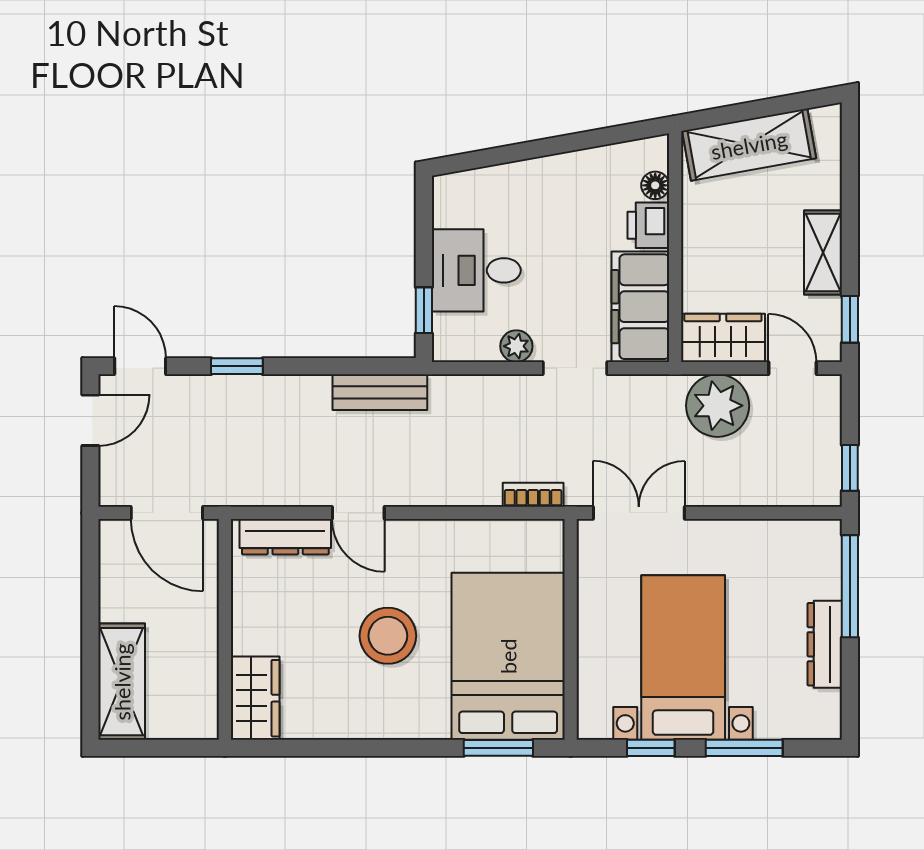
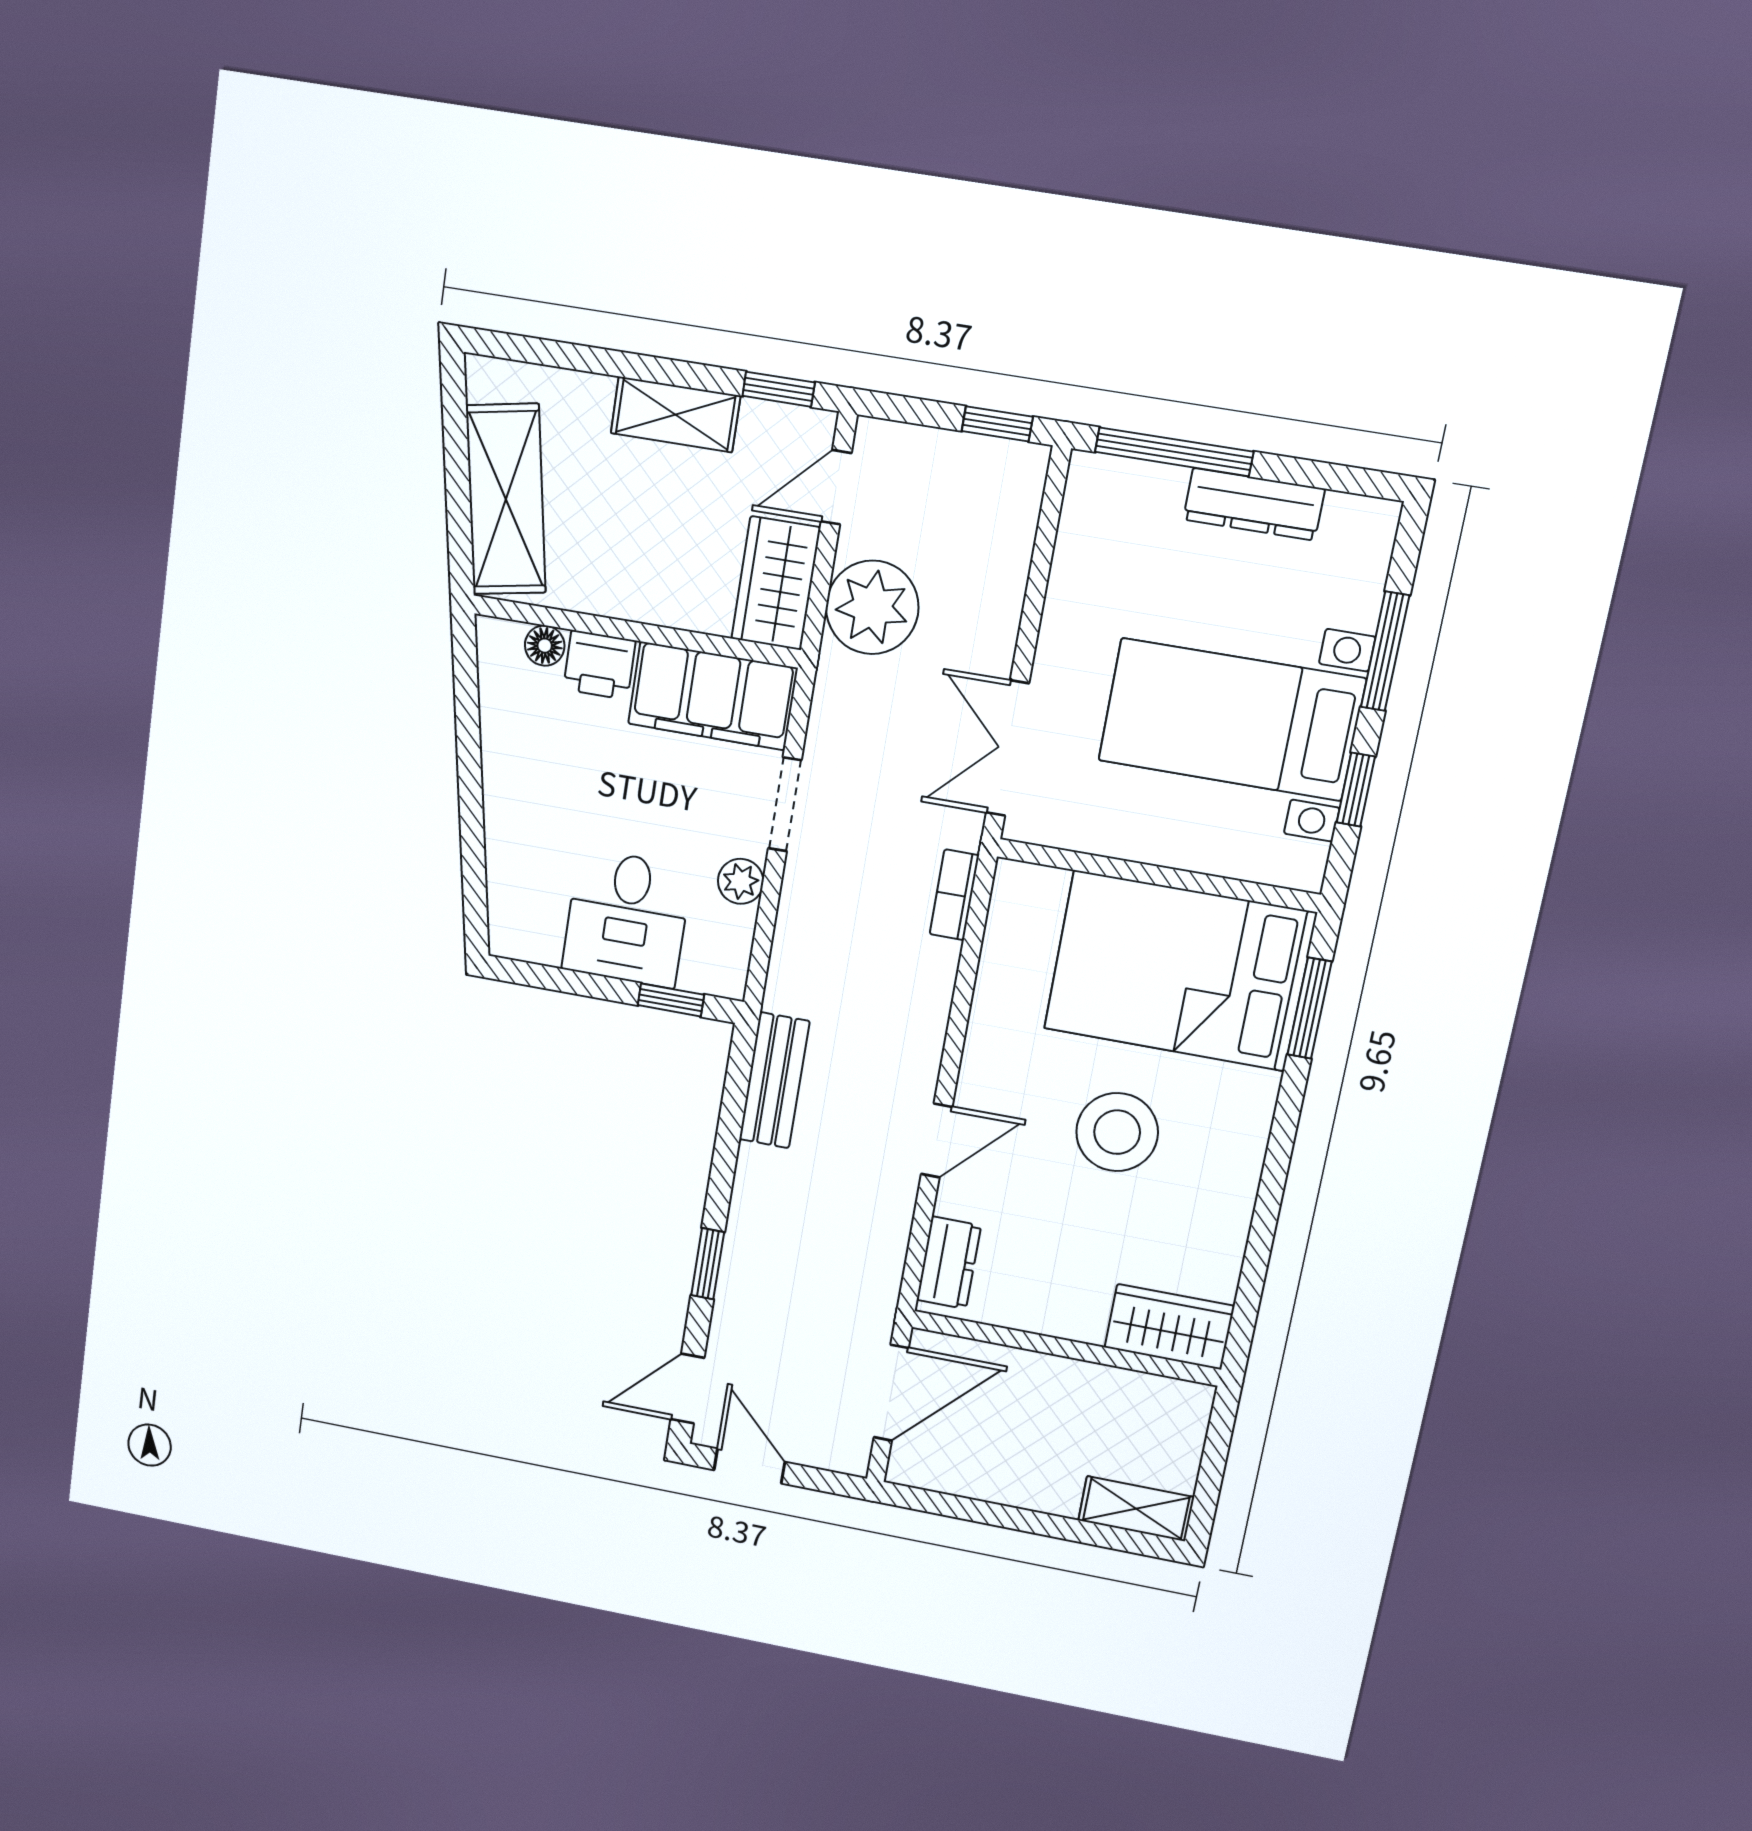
dresser: (285, 537) -> (949, 1263), width x0.70
shelving: (122, 682) -> (1136, 1509), width x0.67, depth x0.75

